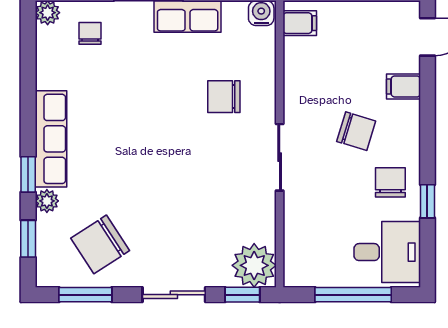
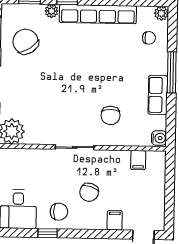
filing cabinet: (300, 23) -> (138, 160), moved
chair: (224, 97) -> (111, 115), turned 180
row of seats: (51, 139) -> (98, 14), width x1.36

